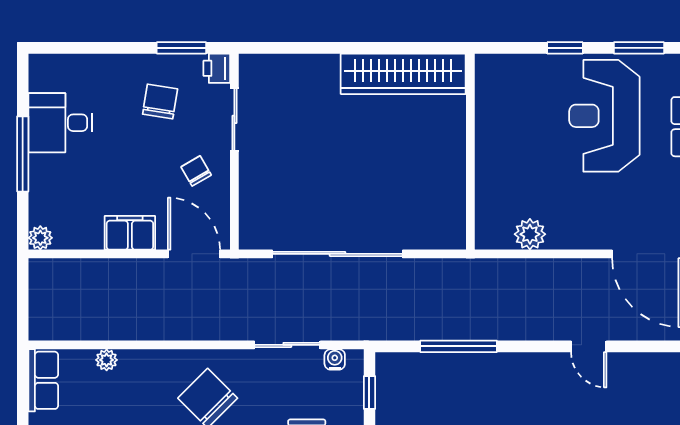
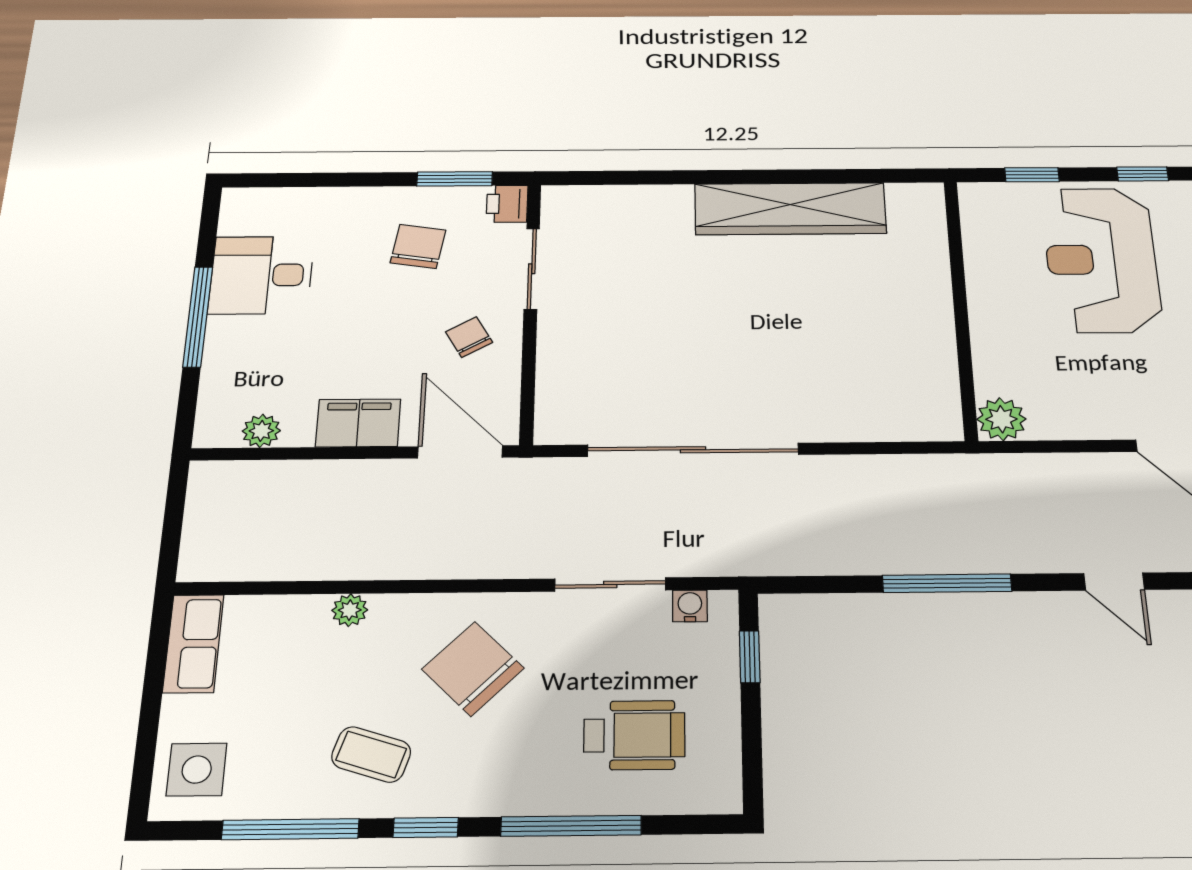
window: (639, 48) -> (1143, 174), width x0.67
wall: (470, 152) -> (961, 307), moved
plant: (40, 238) -> (261, 431), moved
window: (459, 346) -> (947, 583), moved
plant: (107, 360) -> (350, 610), moved

